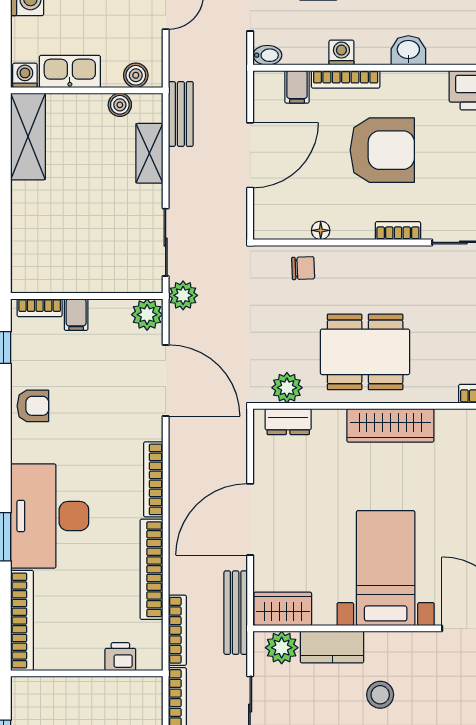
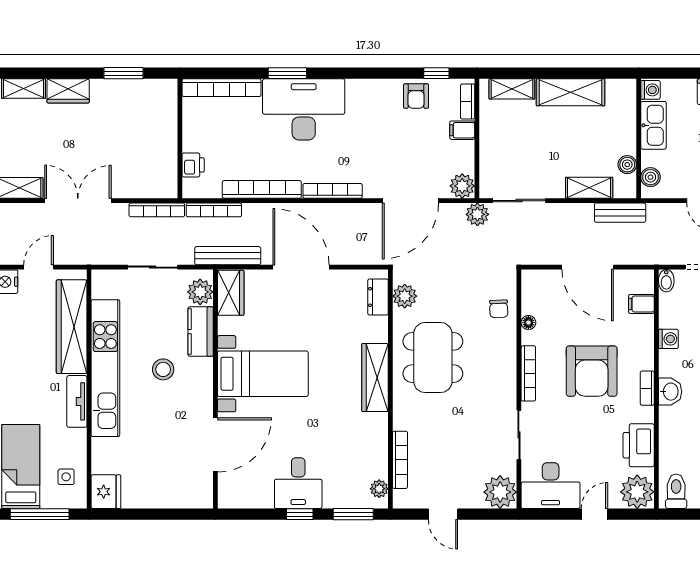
bookcase: (346, 79) -> (647, 388), moved, width x0.64
shelving: (28, 136) -> (571, 92), moved
bookcase: (398, 231) -> (528, 373), width x1.56
shelving: (24, 251) -> (512, 89), added
armchair: (33, 406) -> (416, 96), moved

